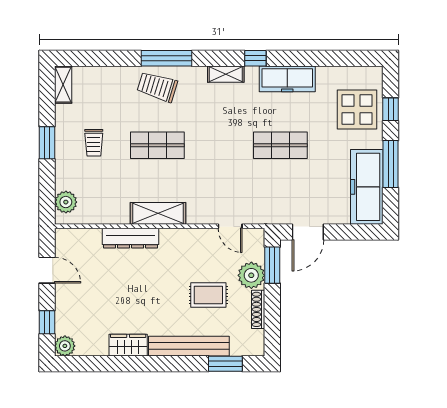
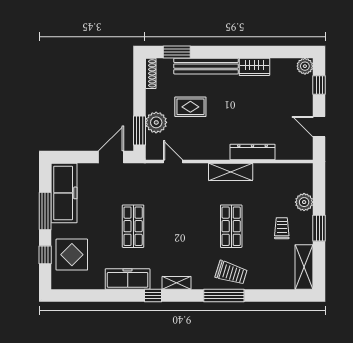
shelving: (63, 85) -> (304, 267), width x1.50, depth x1.33
shop shelf: (157, 145) -> (231, 226), turned 90
shop shelf: (280, 145) -> (133, 226), turned 90
plant: (66, 202) -> (304, 202), moved
shoe rack: (258, 309) -> (151, 73), moved

